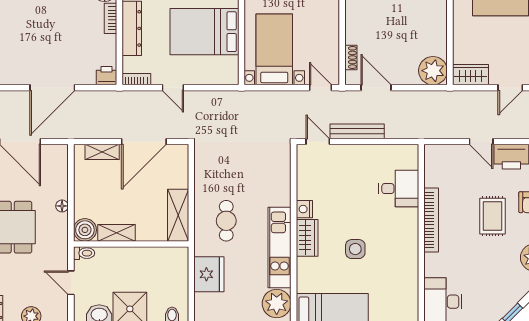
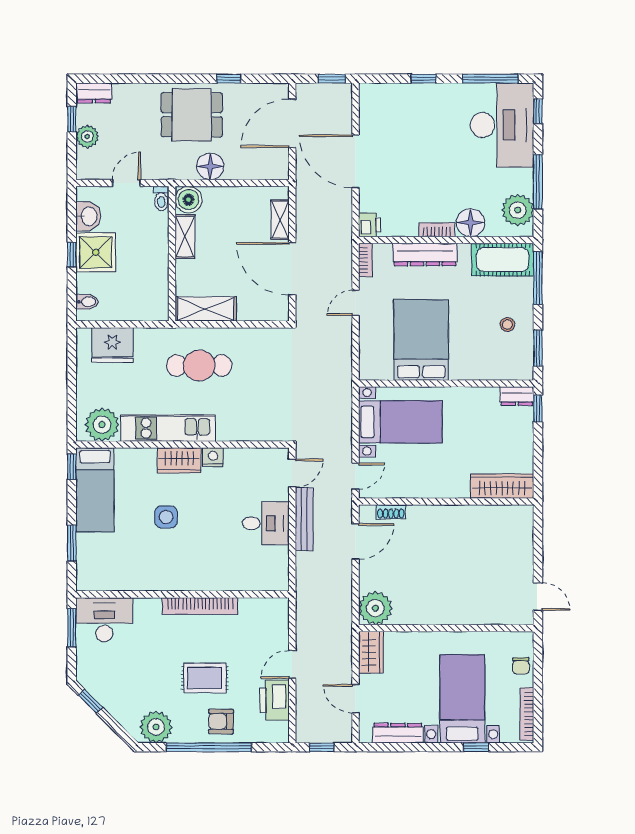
desk: (399, 189) -> (266, 523), moved, turned -90
floor lamp: (62, 206) -> (210, 166), width x1.89, depth x1.89
cafe table: (226, 221) -> (199, 365), width x1.37, depth x1.35
fridge: (209, 274) -> (112, 345), moved

